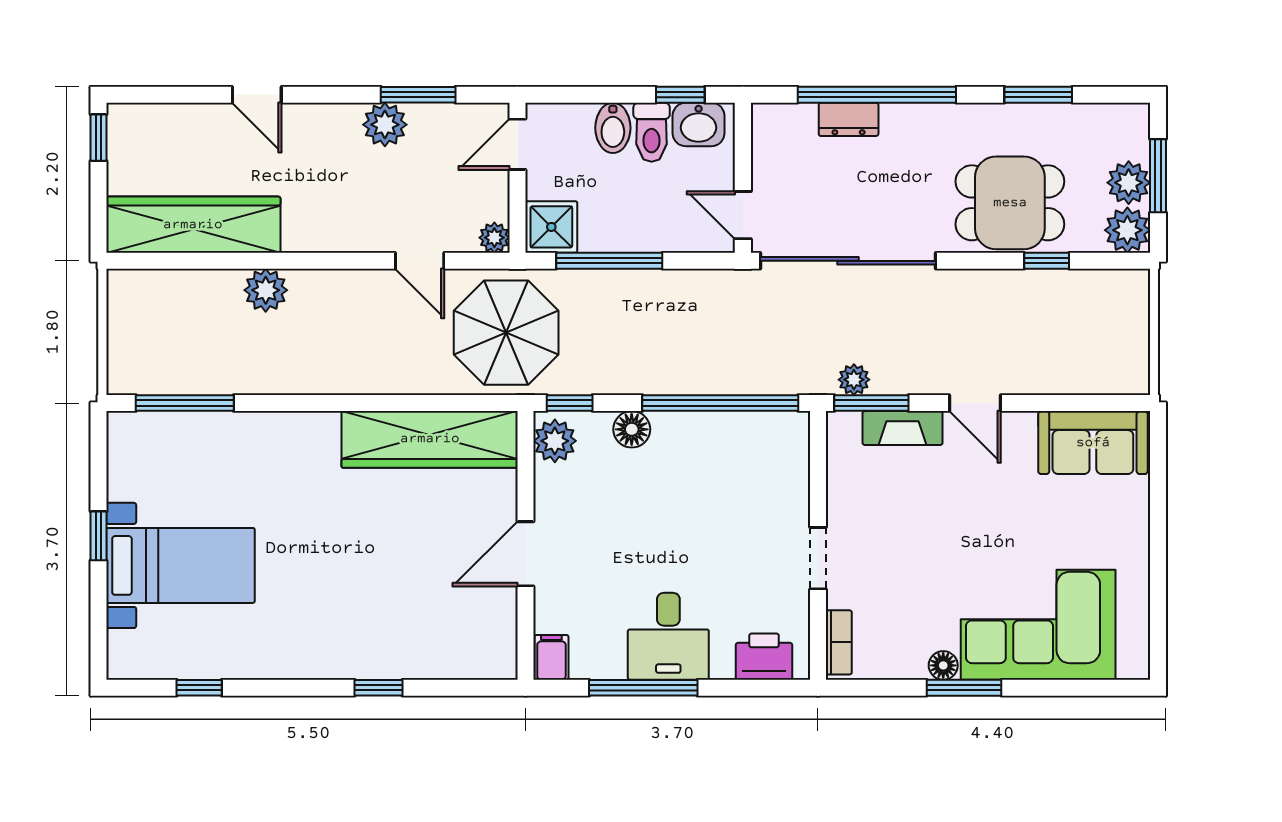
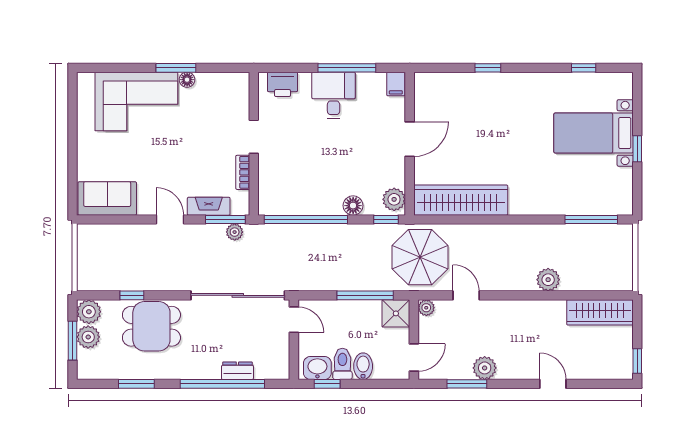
wardrobe: (193, 225) -> (600, 312), width x0.71, depth x0.85
bookcase: (839, 642) -> (243, 172), moved

